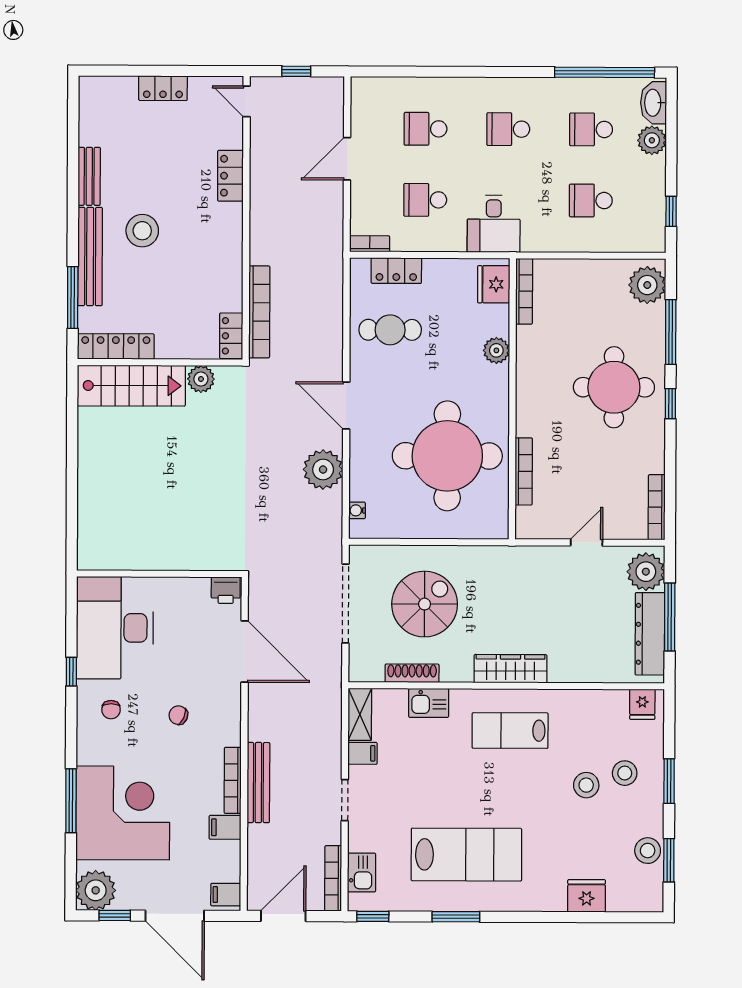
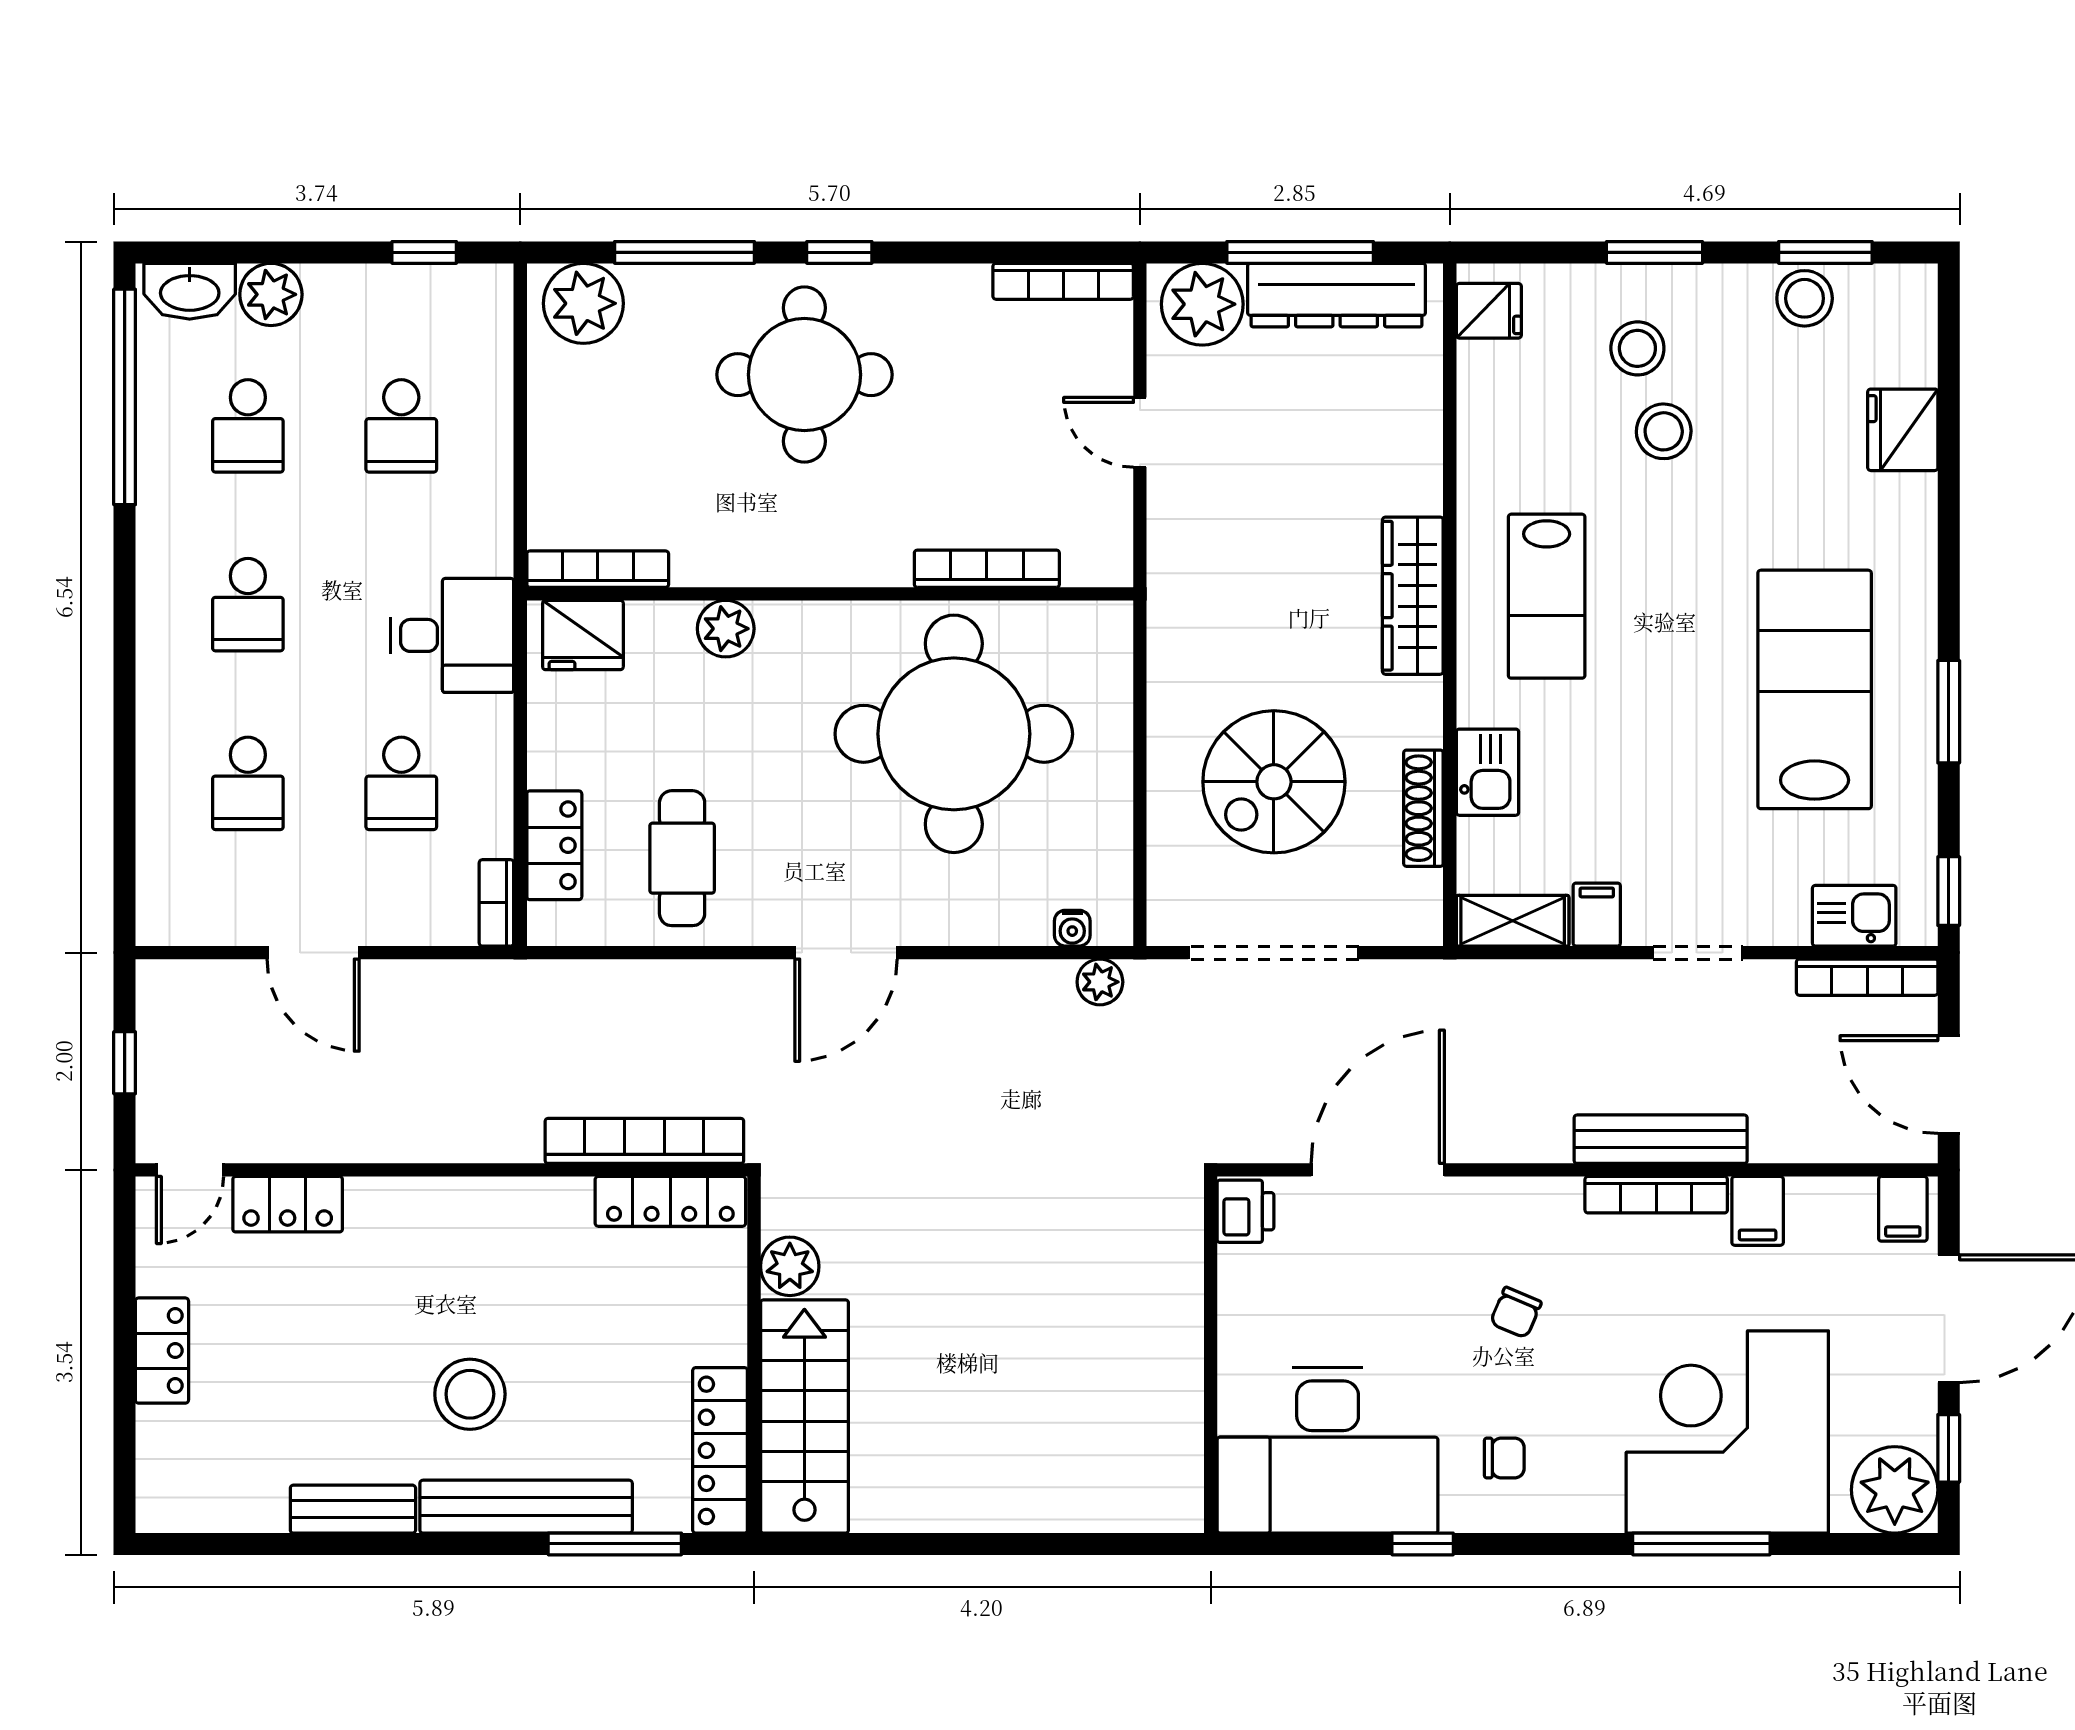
locker: (230, 176) -> (288, 1204), moved
locker: (231, 336) -> (670, 1201), width x1.53
plant: (323, 470) -> (1100, 982), moved, width x0.53, depth x0.53
spiral stairs: (425, 604) -> (1274, 782), turned -90

